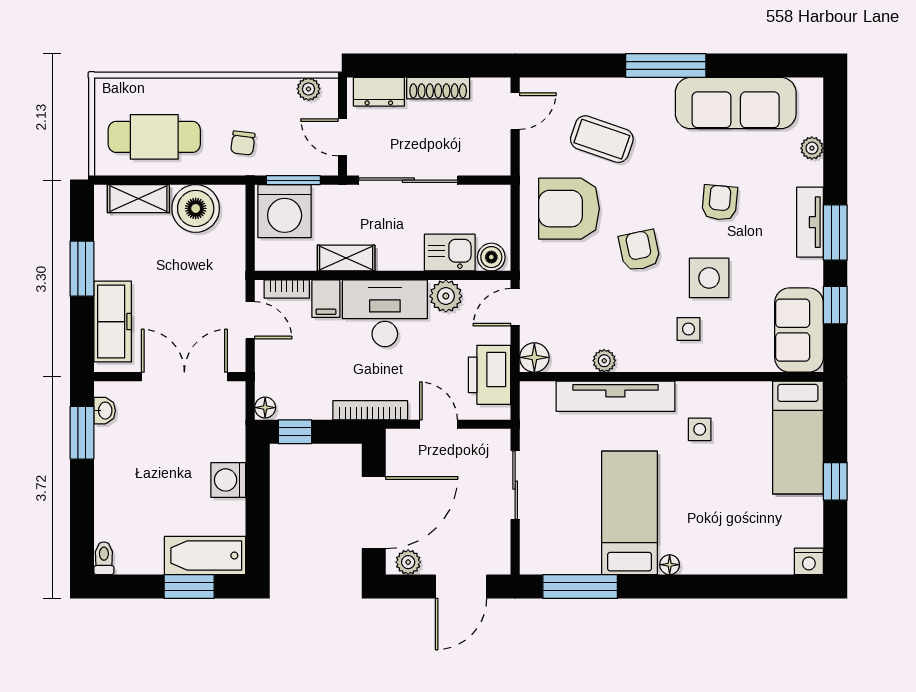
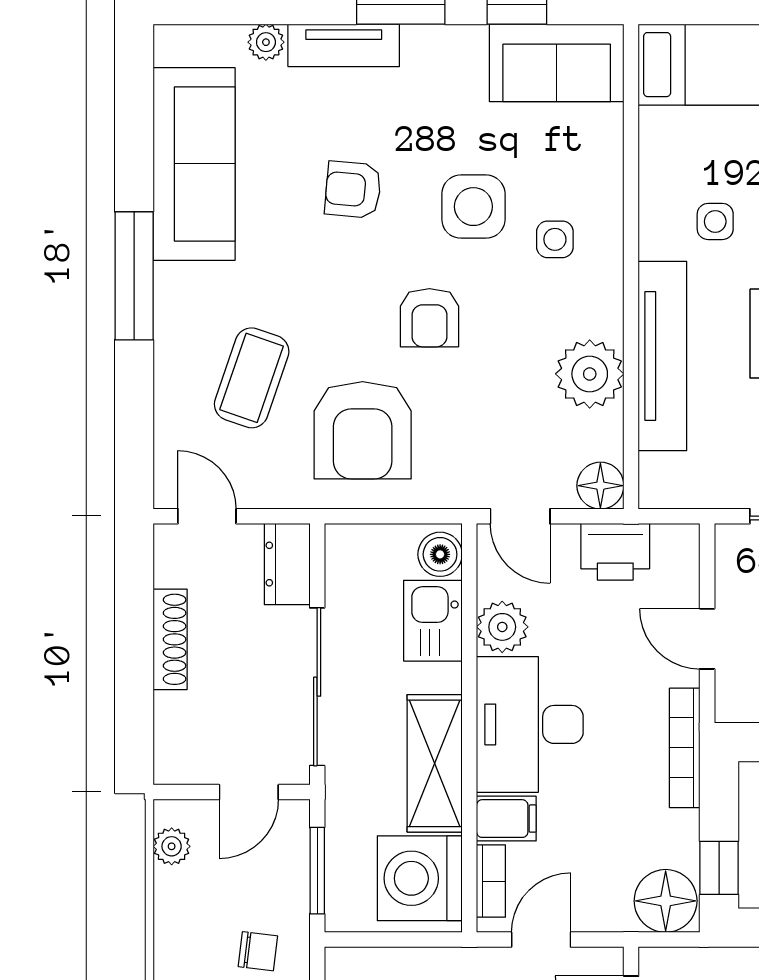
dresser: (379, 92) -> (287, 564), moved, turned 180
washing machine: (285, 211) -> (420, 878), moved, turned 180
tv unit: (810, 222) -> (344, 45), moved
armchair: (639, 250) -> (429, 318), turned -78
shelving: (346, 258) -> (435, 763), width x1.50, depth x1.33
plant: (604, 361) -> (590, 374), width x1.88, depth x1.88
printer: (490, 375) -> (615, 552), width x0.73, depth x0.84
floor lamp: (265, 408) -> (666, 901), width x1.89, depth x1.89
door: (438, 424) -> (707, 639), hinge flipped

